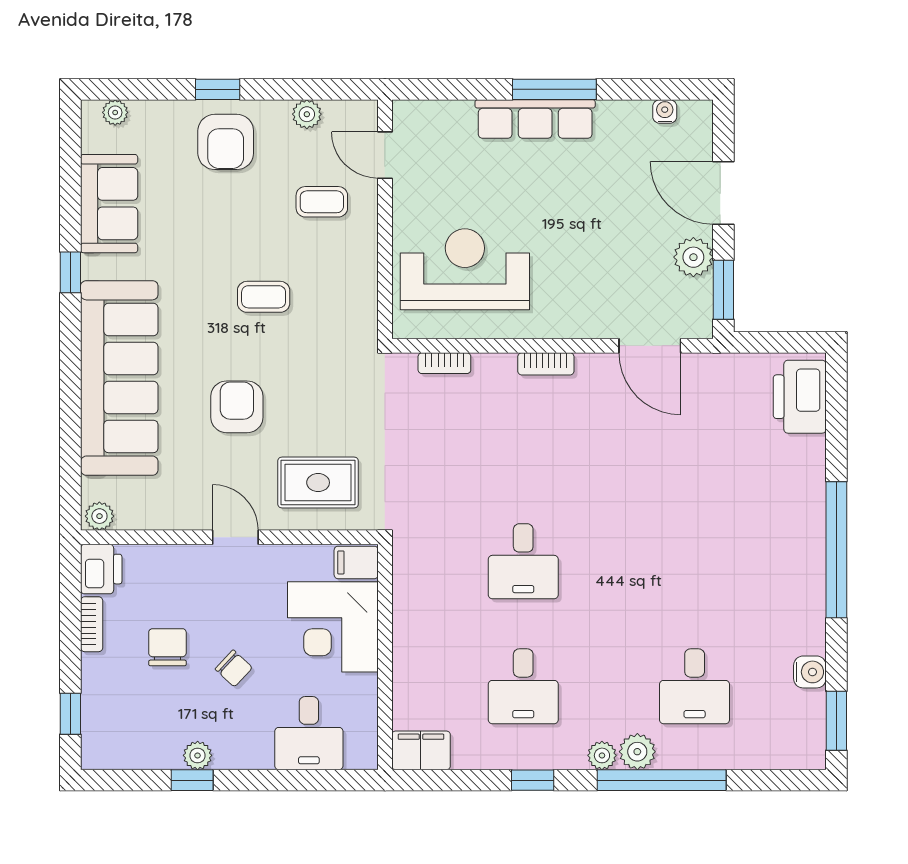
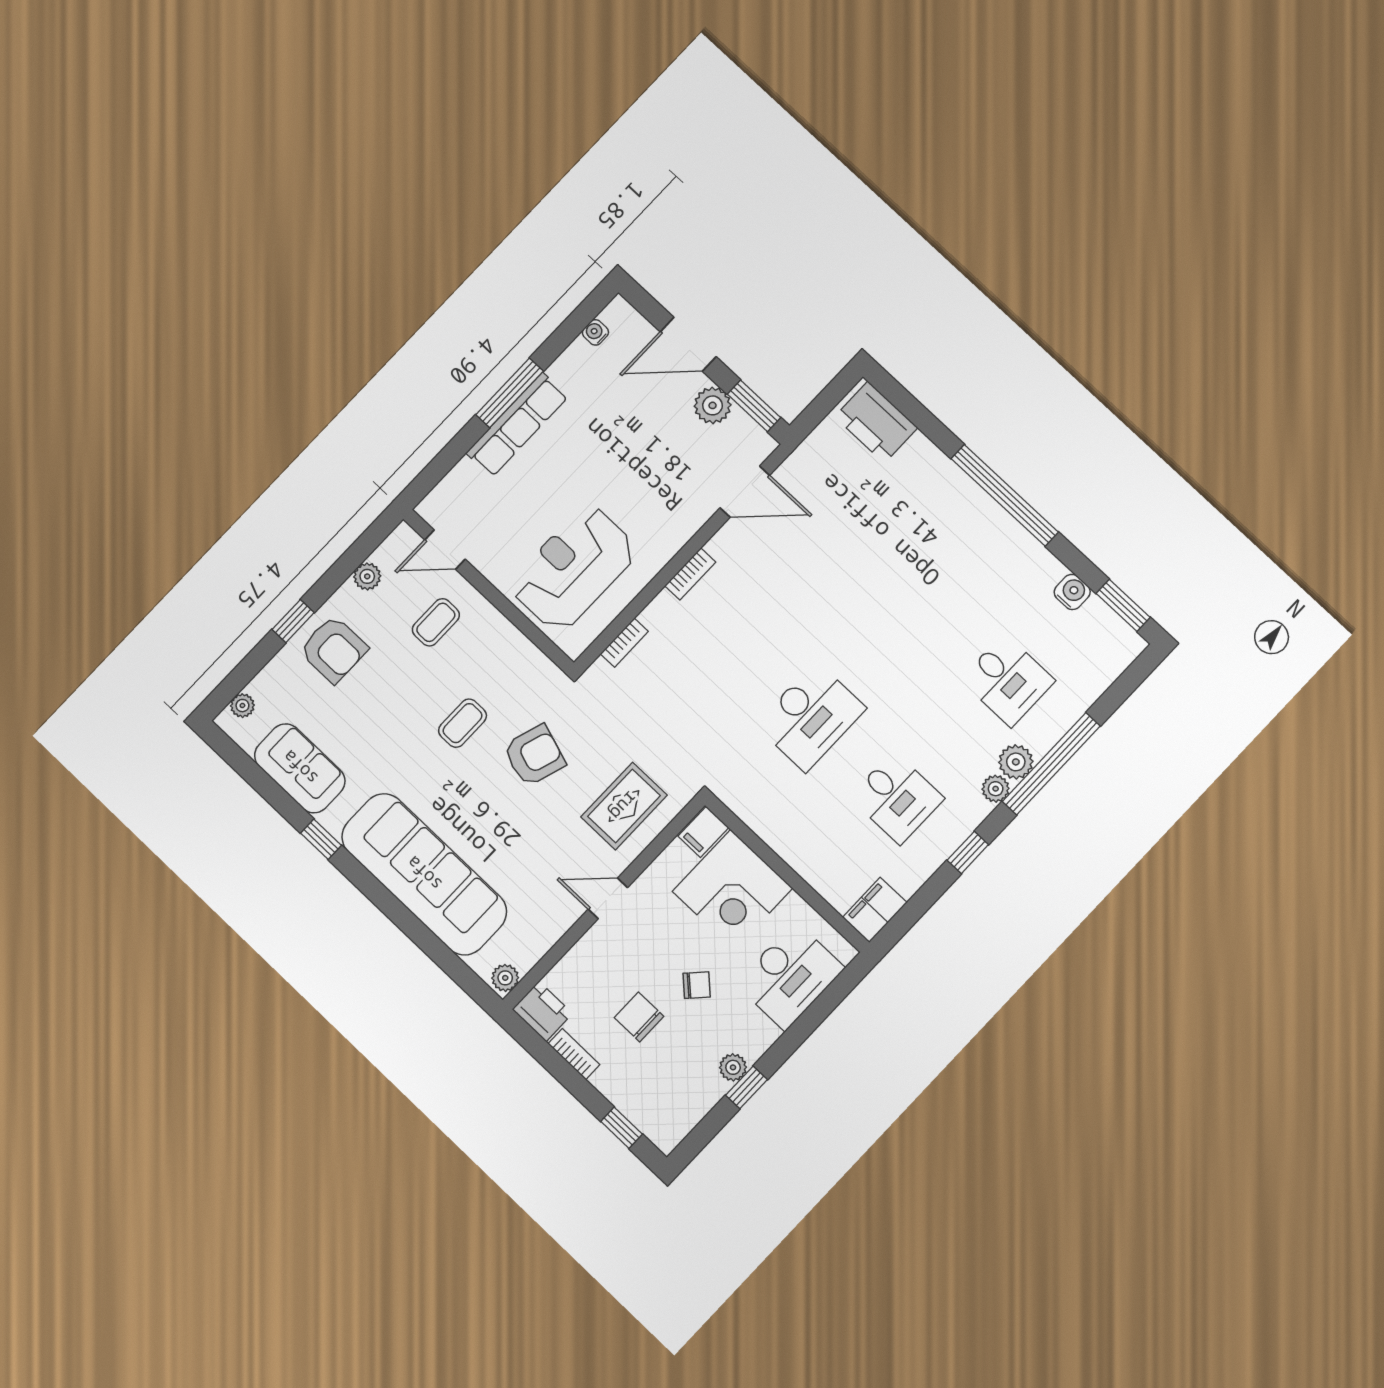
armchair: (237, 407) -> (534, 755), moved, turned 108
desk: (523, 561) -> (811, 717), width x1.37
desk: (309, 733) -> (790, 976), width x1.37

